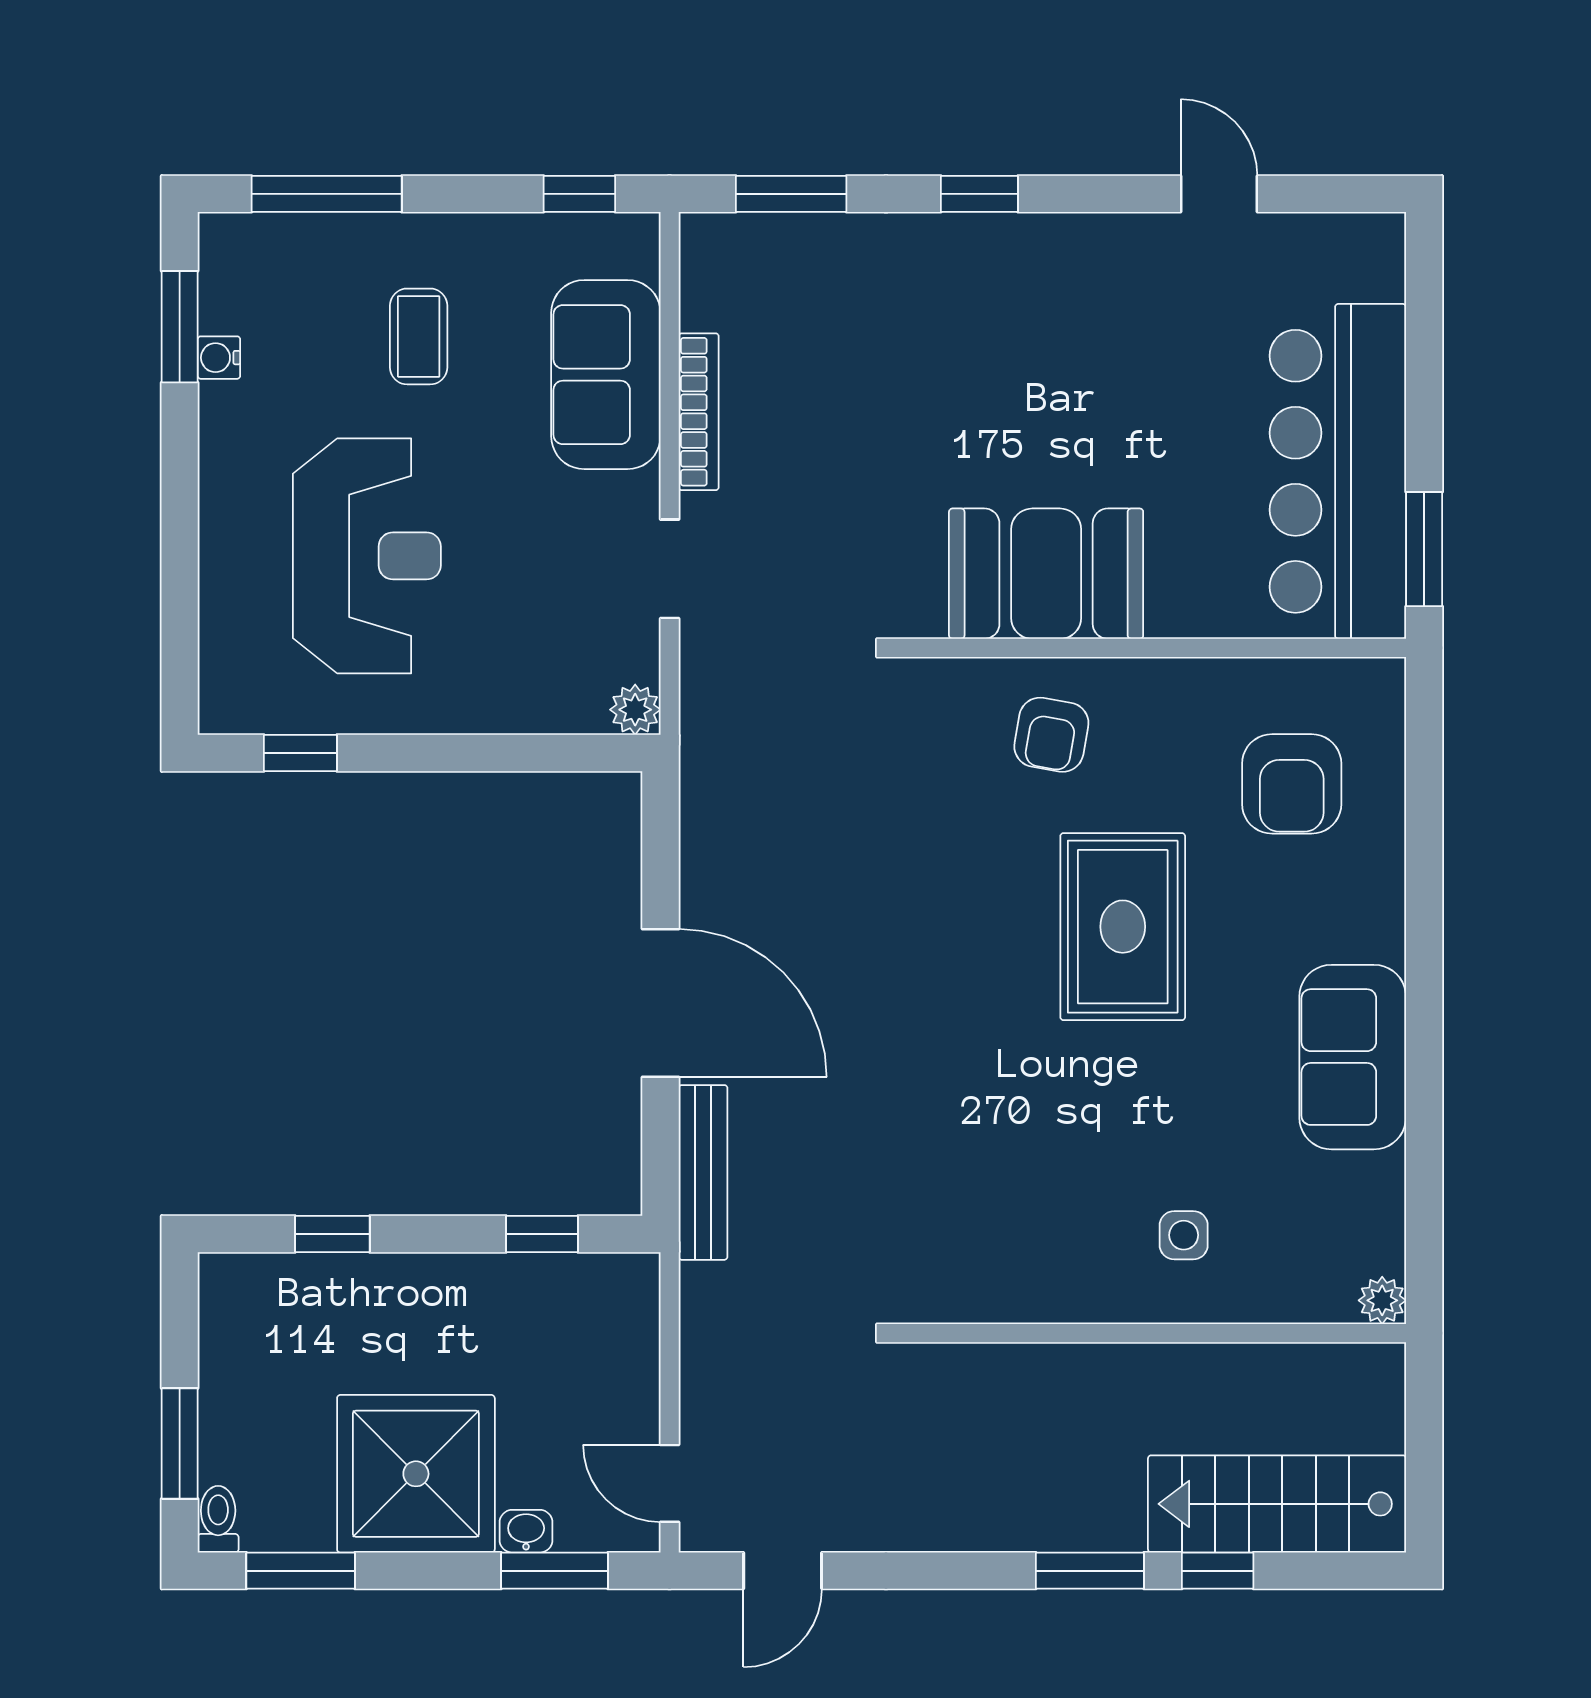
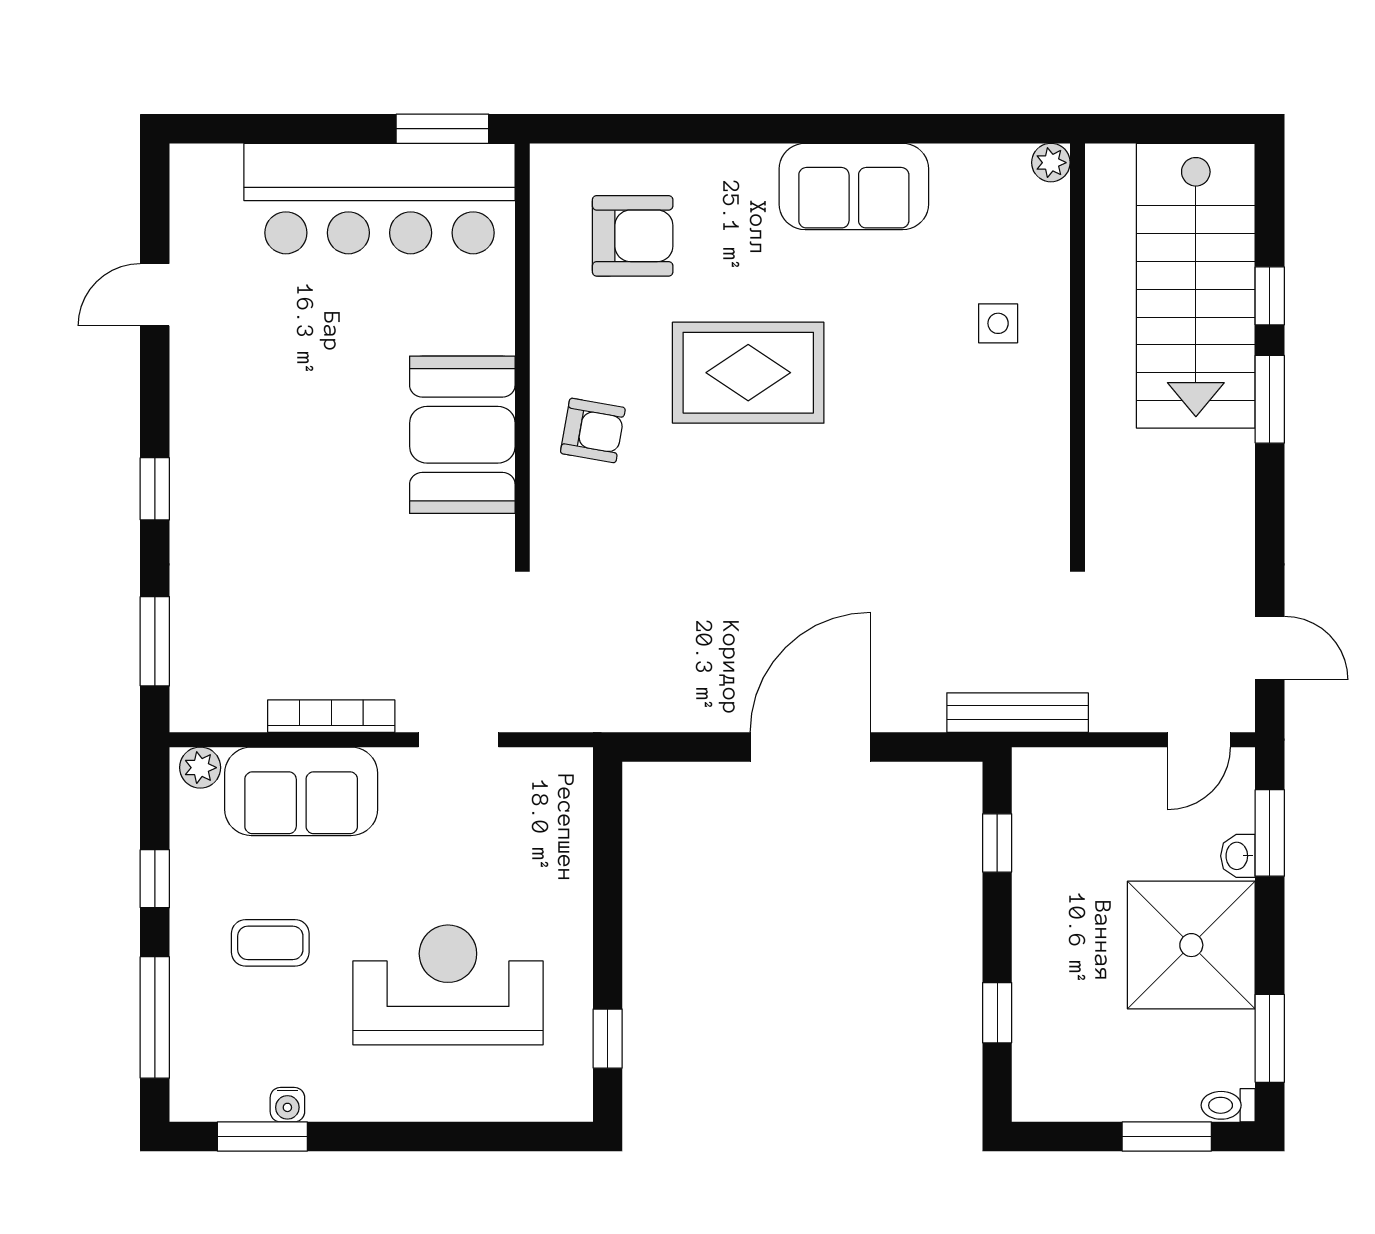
window: (579, 194) -> (155, 879), moved
plant: (635, 710) -> (200, 768), moved
bench: (703, 1172) -> (1018, 713), moved
stairs: (1277, 1504) -> (1196, 286), width x1.36, depth x1.51

